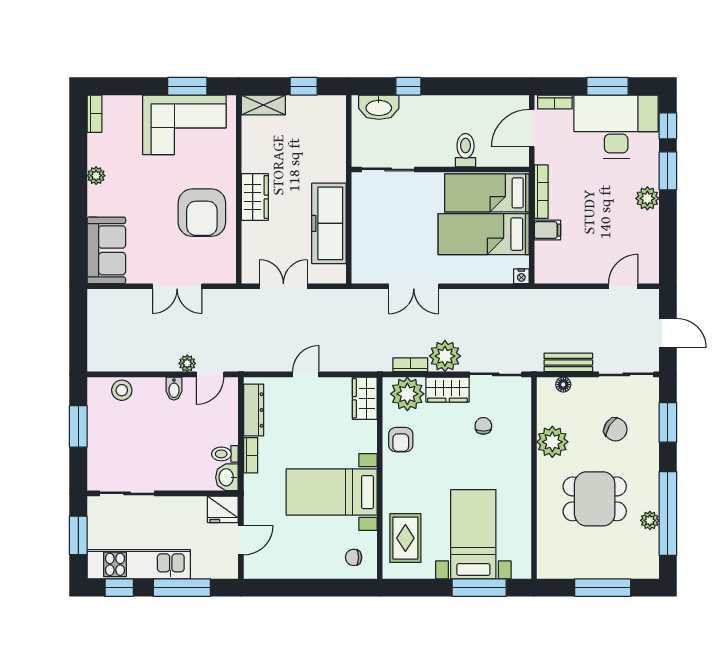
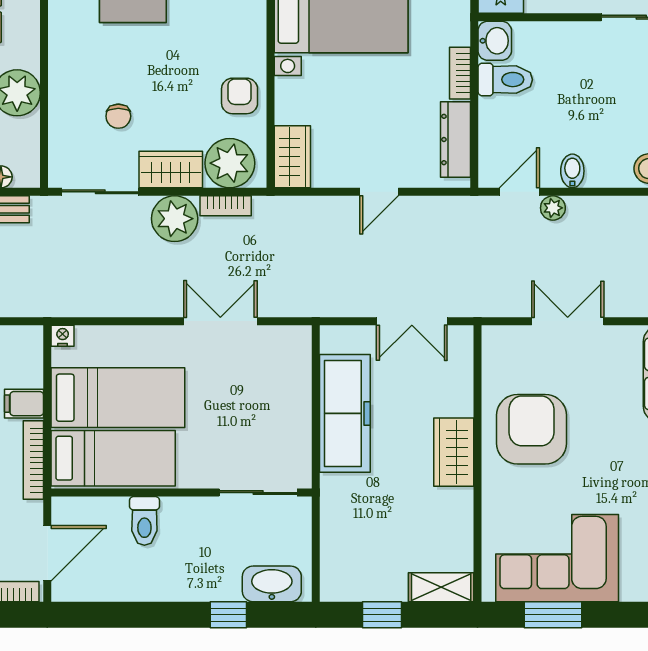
toilet: (225, 454) -> (505, 80), width x1.37, depth x1.39

